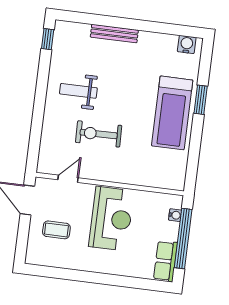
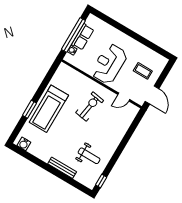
weight bench: (78, 91) -> (89, 156), moved
treadmill: (172, 113) -> (49, 109), turned 180
exercise bike: (99, 134) -> (90, 107), moved, turned -80
row of seats: (166, 261) -> (83, 37), moved

